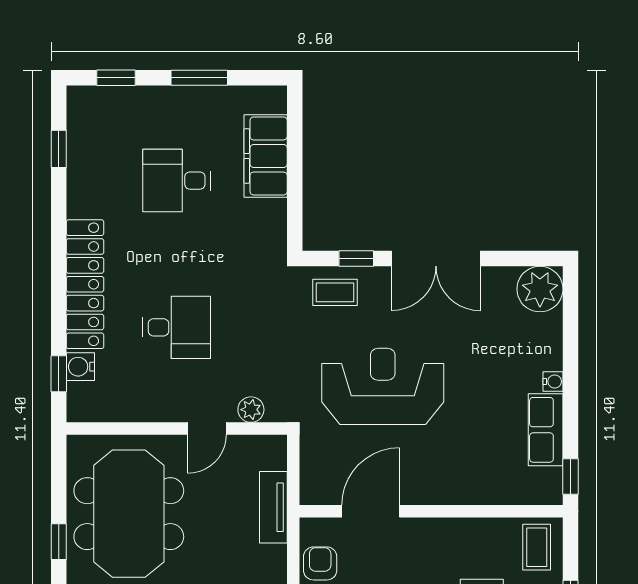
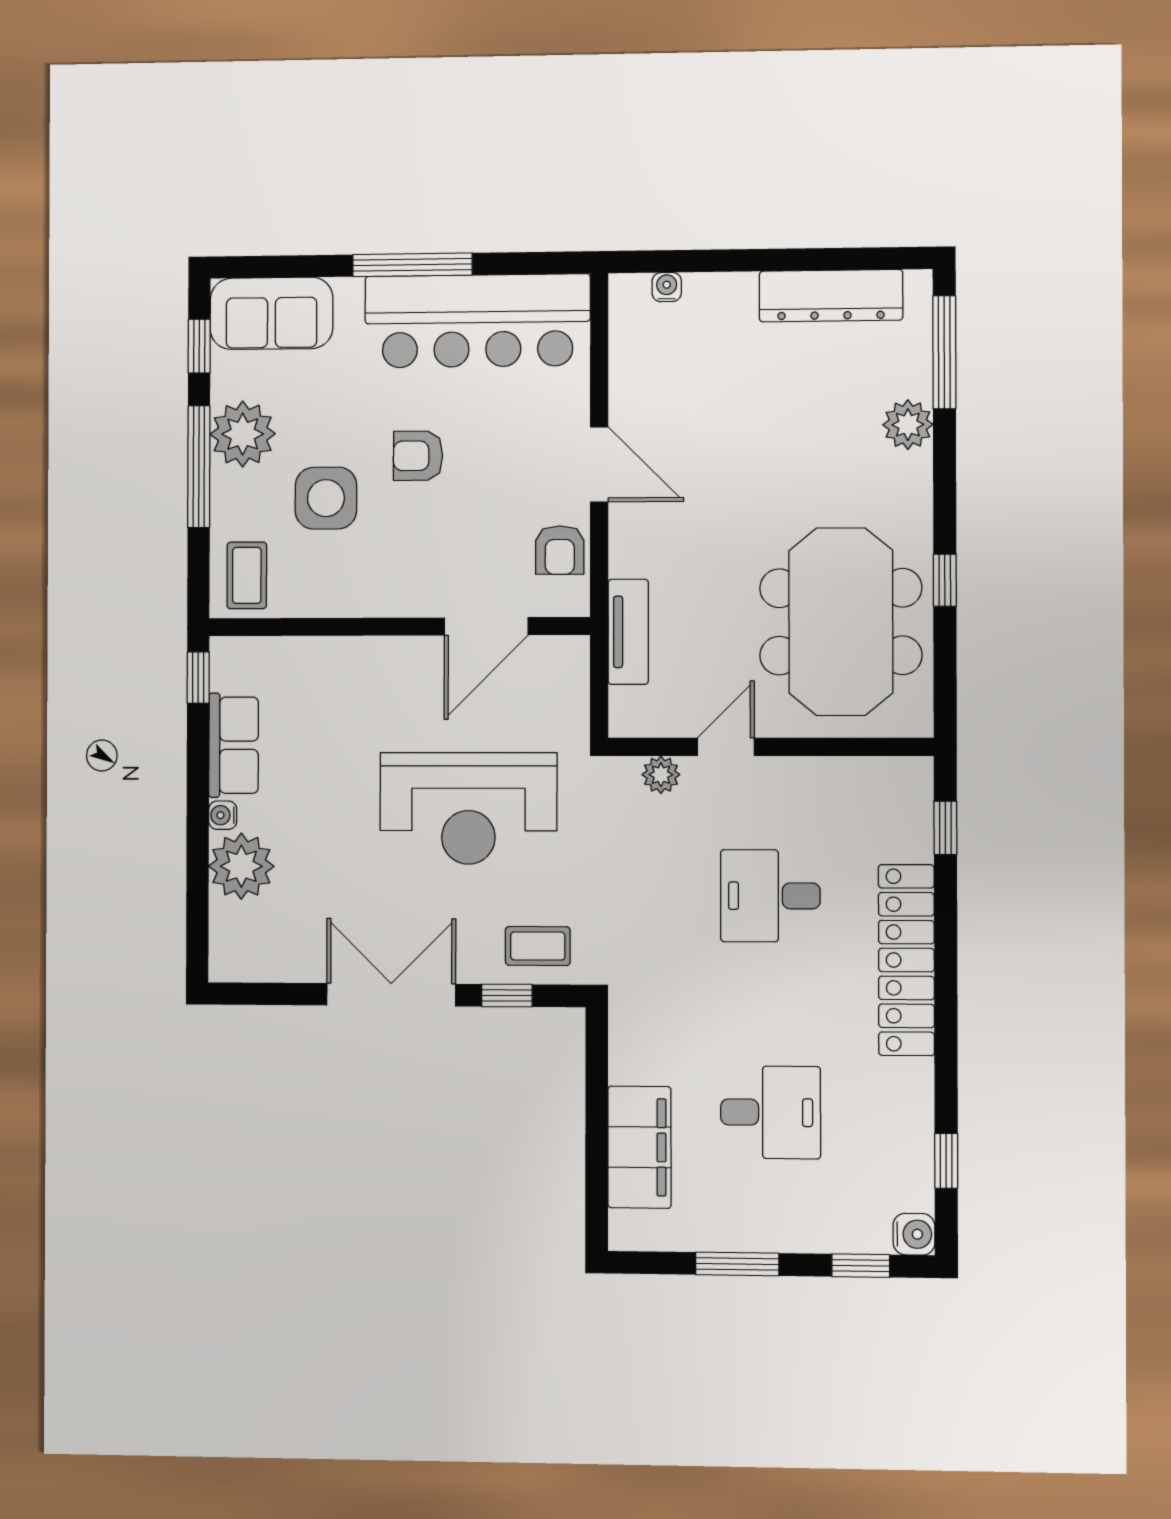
plant: (540, 289) -> (241, 866), moved
water cooler: (80, 367) -> (914, 1234), moved

